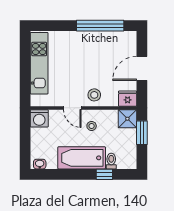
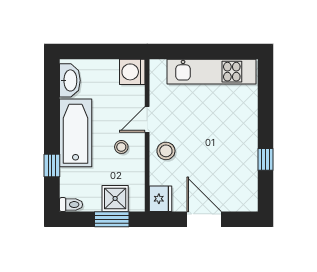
window: (100, 26) -> (265, 159), width x0.32
shower: (127, 119) -> (115, 198), moved
toilet: (111, 161) -> (71, 205), moved
washbasin: (40, 164) -> (70, 80), width x1.91, depth x1.45

